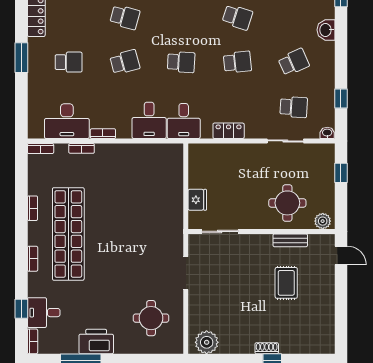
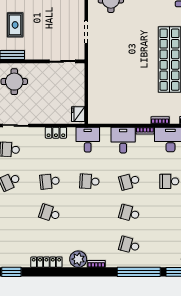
desk: (149, 120) -> (123, 140), moved
fridge: (197, 200) -> (78, 114), moved

